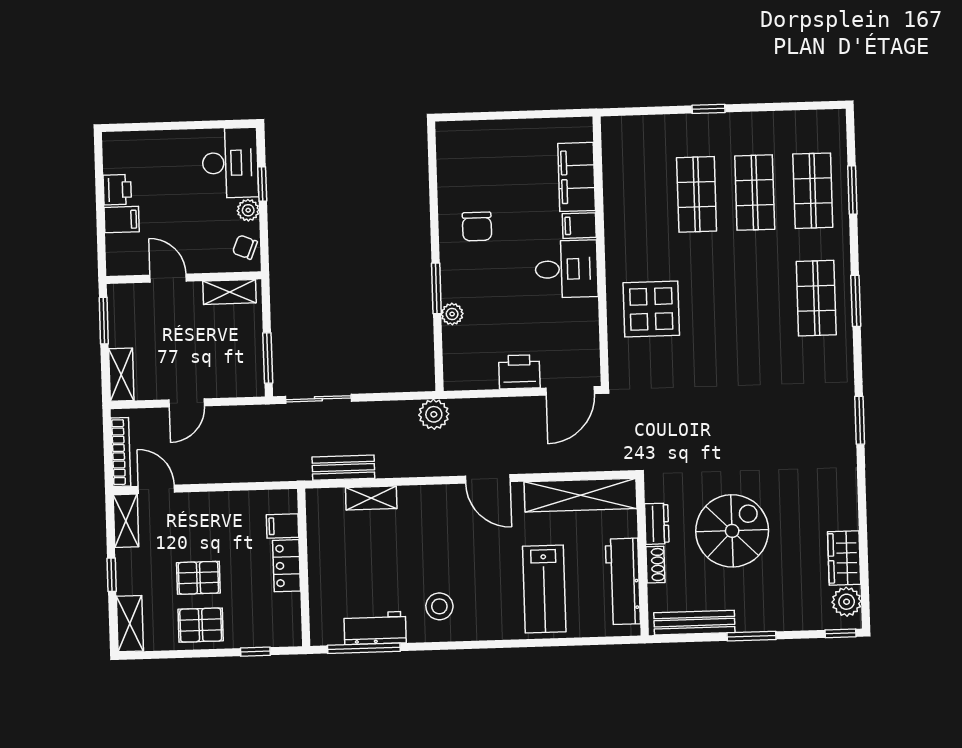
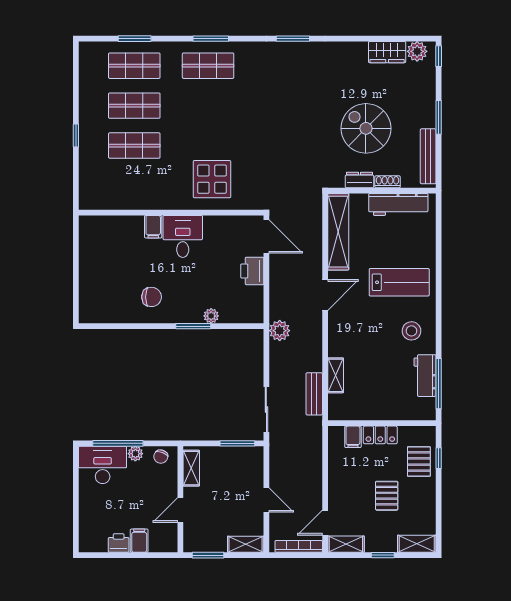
filing cabinet: (577, 177) -> (120, 227), removed
window: (262, 184) -> (118, 443), width x2.17
lab bench: (544, 589) -> (399, 282), moved
pallet: (201, 625) -> (419, 462), moved

